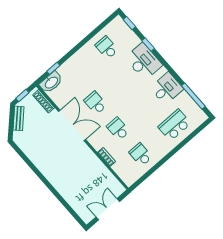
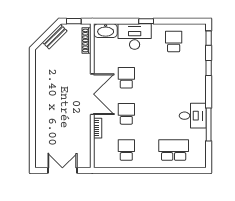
desk: (144, 61) -> (135, 37), moved, turned -90
window: (53, 68) -> (146, 21), moved
window: (193, 96) -> (209, 124), moved
double door: (72, 125) -> (92, 94), moved

